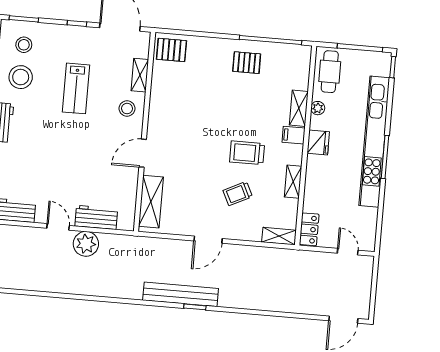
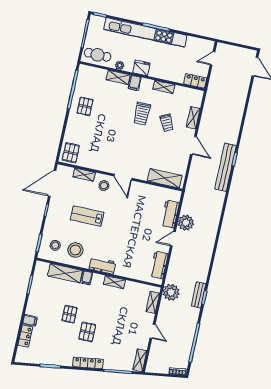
lab bench: (76, 88) -> (87, 216), turned 180
door: (143, 153) -> (123, 177), moved
shelving: (279, 236) -> (193, 118), moved

